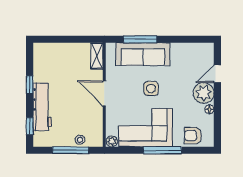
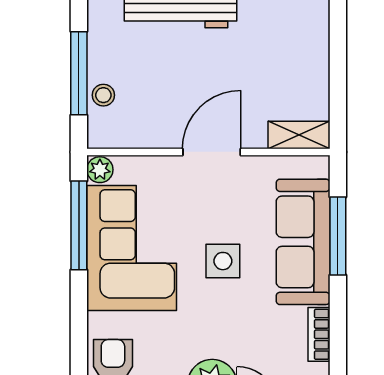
bookcase: (182, 47) -> (319, 334), added
window: (162, 150) -> (79, 225), moved

